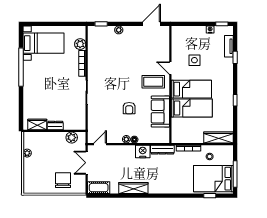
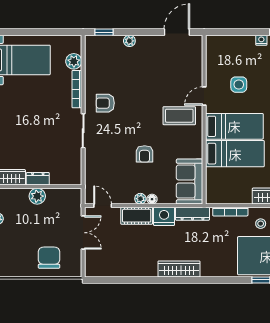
door: (170, 68) -> (204, 96), hinge flipped
armchair: (102, 73) -> (105, 103), added
sofa: (160, 112) -> (190, 182), moved
plant: (72, 138) -> (37, 196), moved
door: (100, 144) -> (103, 206), hinge flipped
double door: (87, 163) -> (83, 233), swing flipped
cot: (99, 188) -> (137, 216), moved
wardrobe: (133, 188) -> (179, 269), moved

